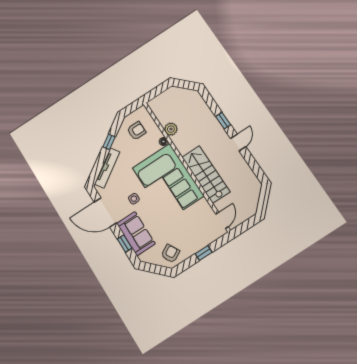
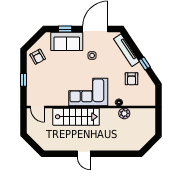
window: (223, 121) -> (106, 154), removed
armchair: (136, 131) -> (132, 79), moved
corner sofa: (168, 182) -> (88, 92), width x0.73, depth x0.74

